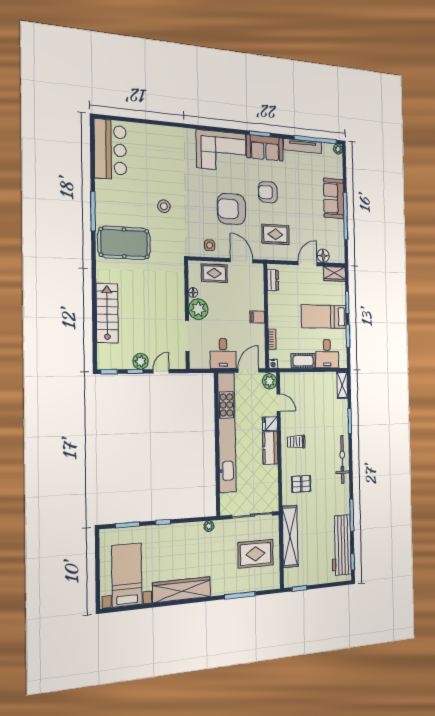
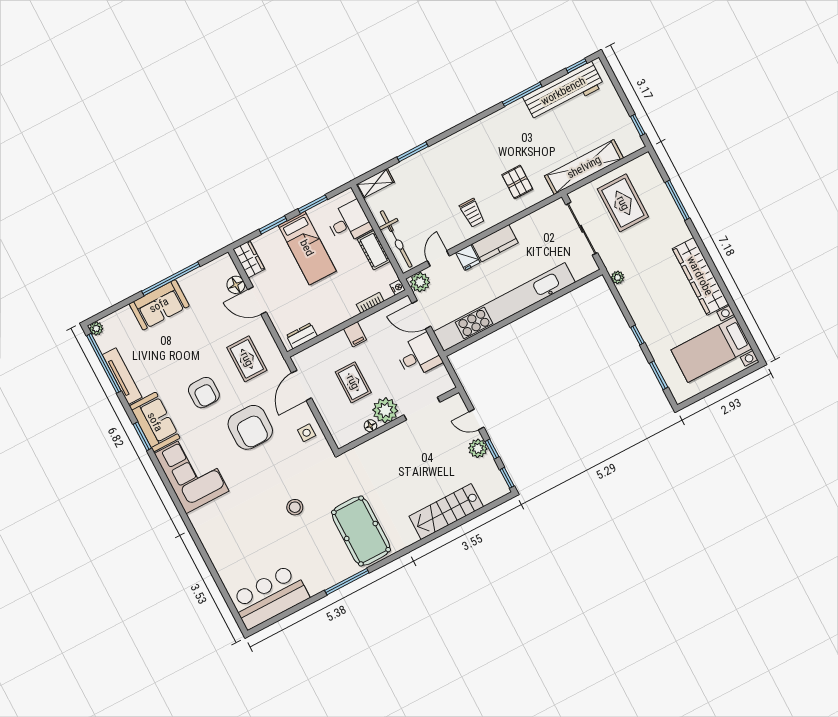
rug: (214, 273) -> (353, 382), moved
bicycle: (342, 459) -> (396, 239), moved, turned -90

